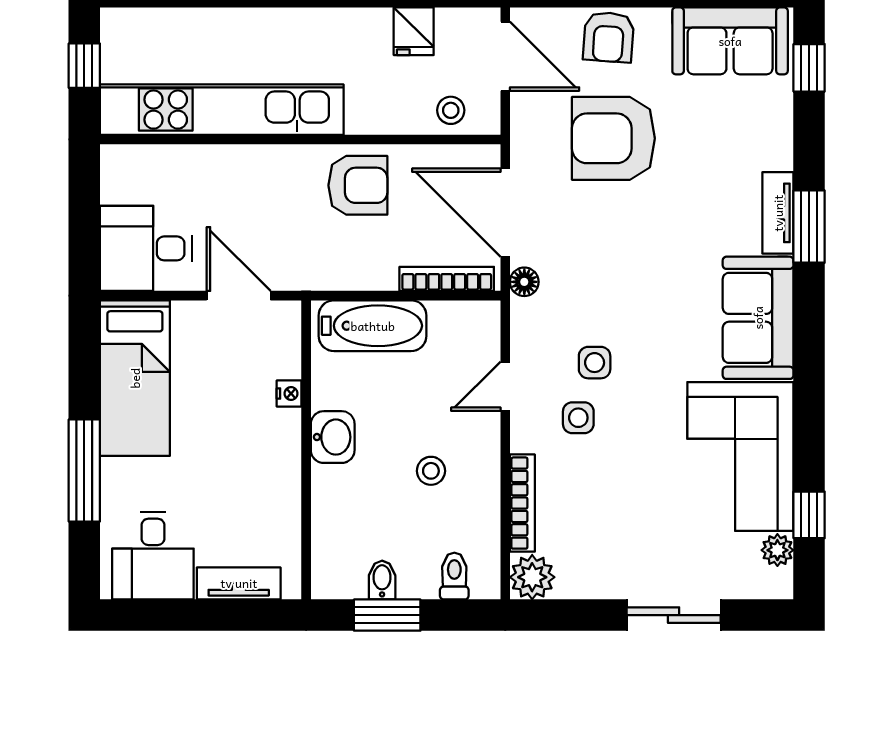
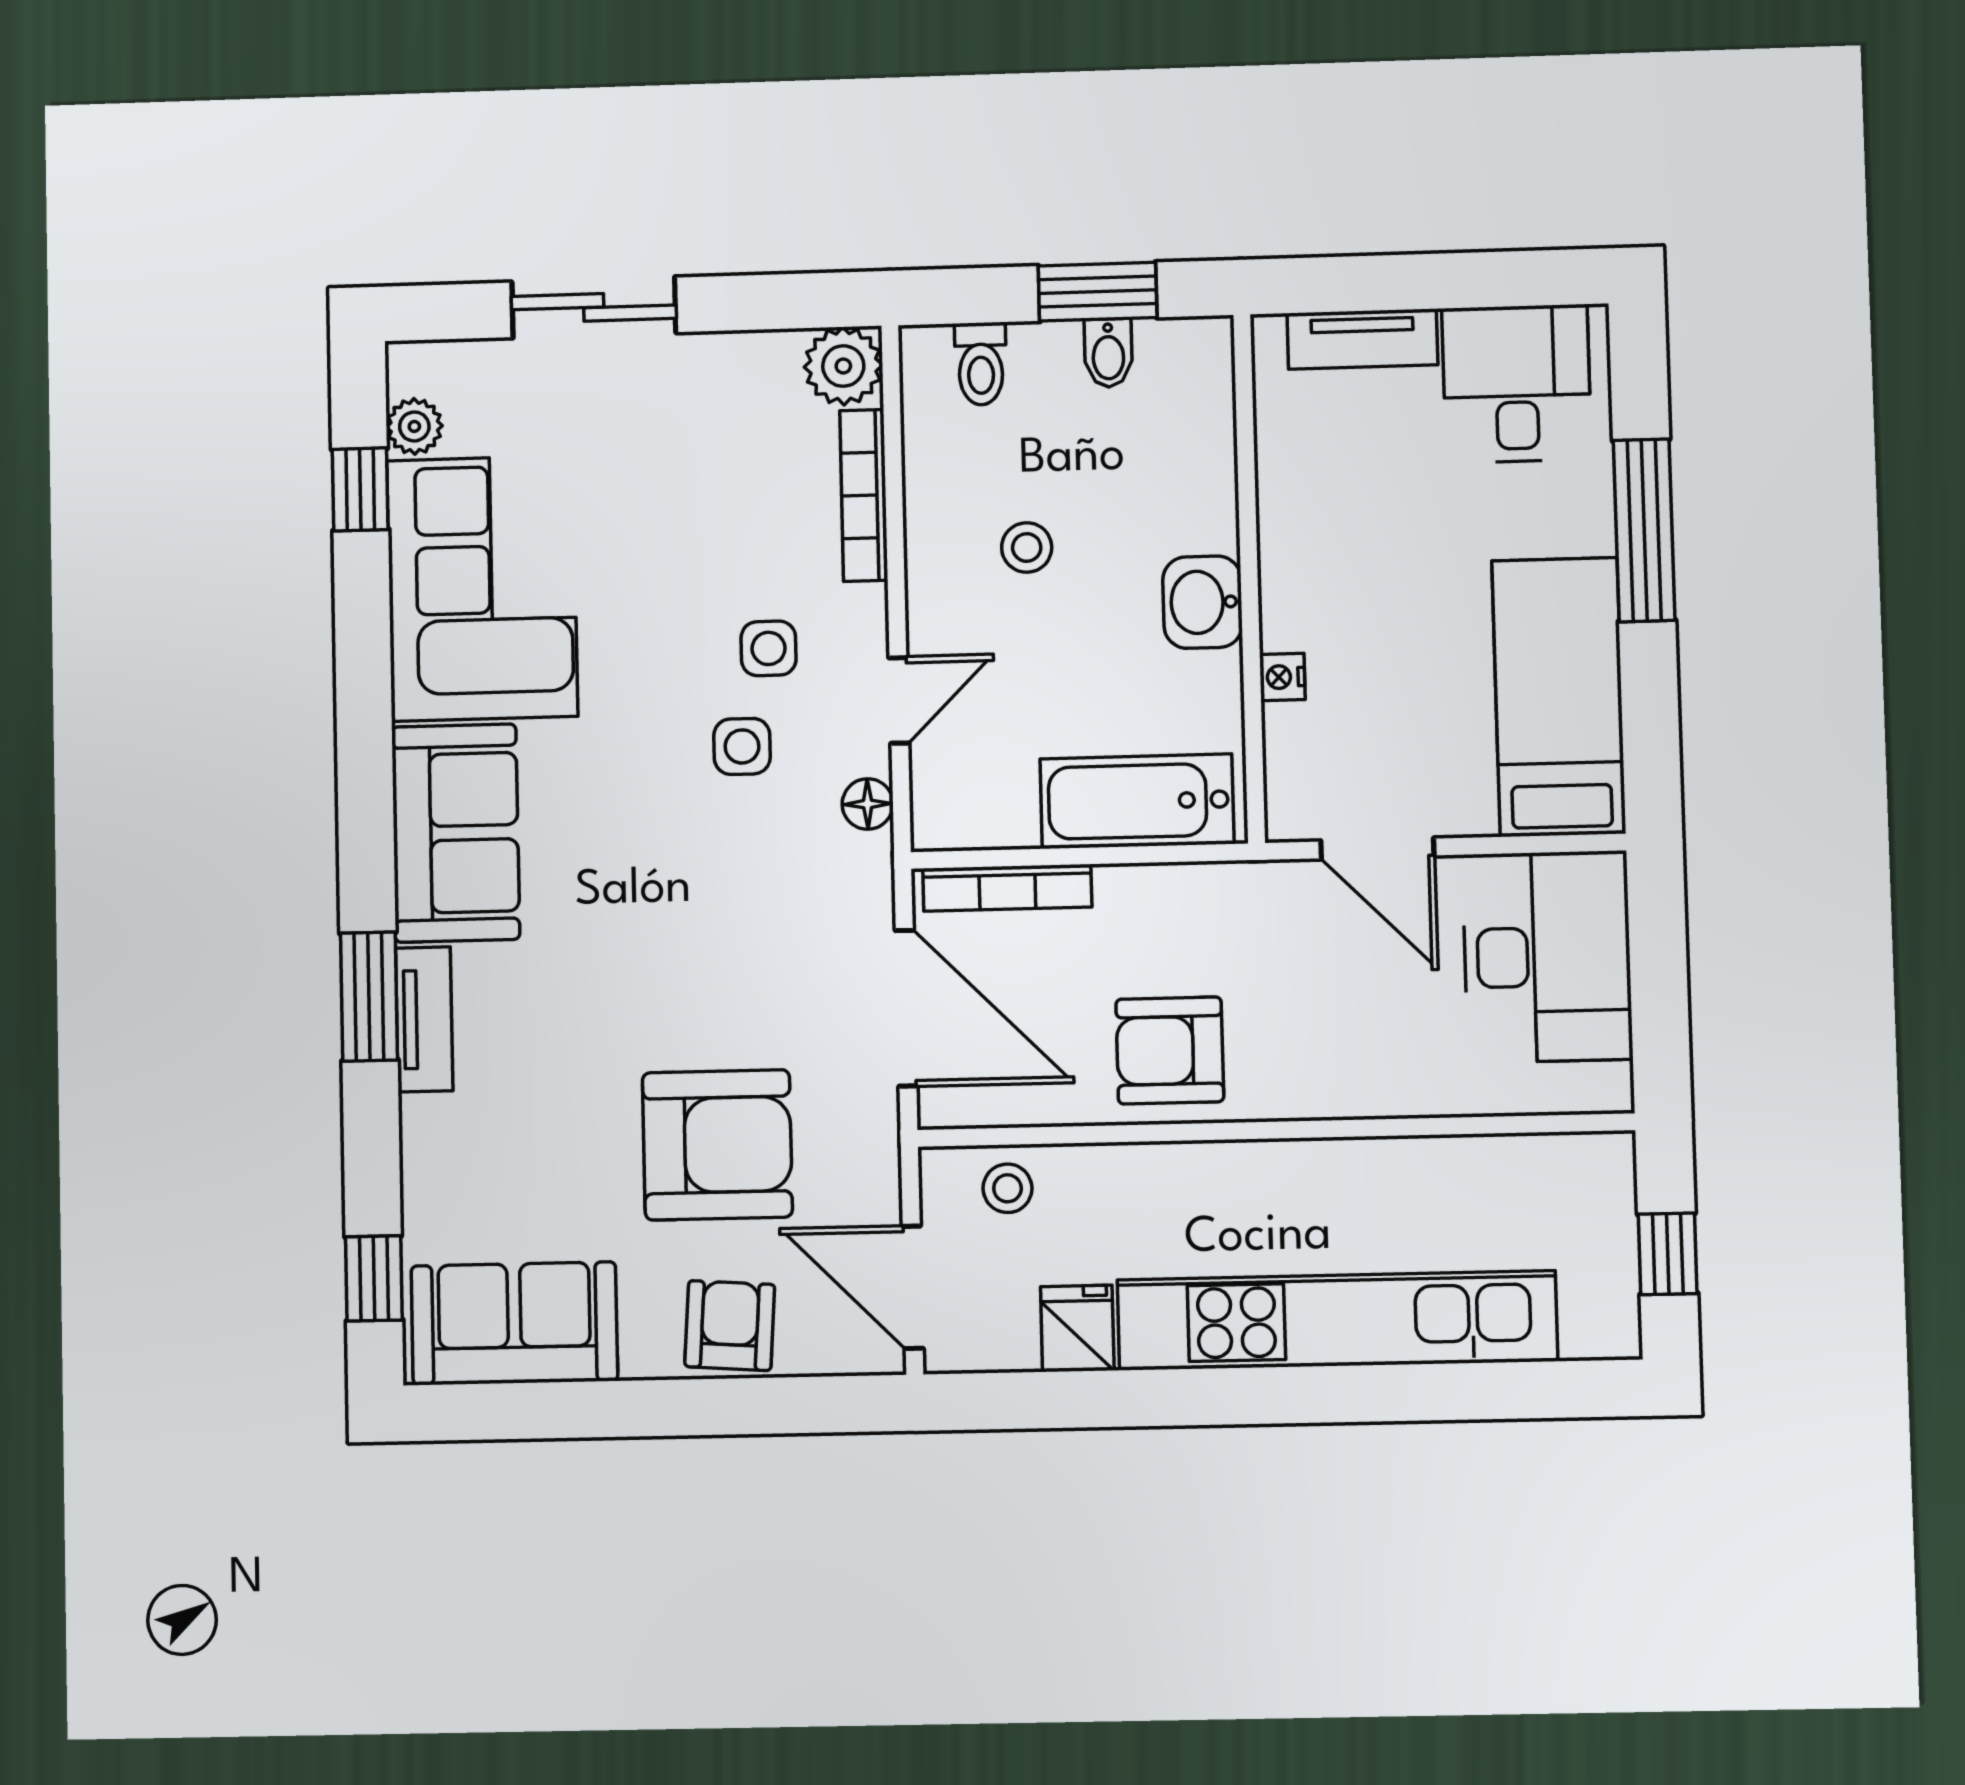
kitchen unit: (222, 110) -> (1337, 1321), moved, turned 180
desk: (146, 248) -> (1547, 957), width x1.37
floor lamp: (524, 282) -> (868, 804), moved

